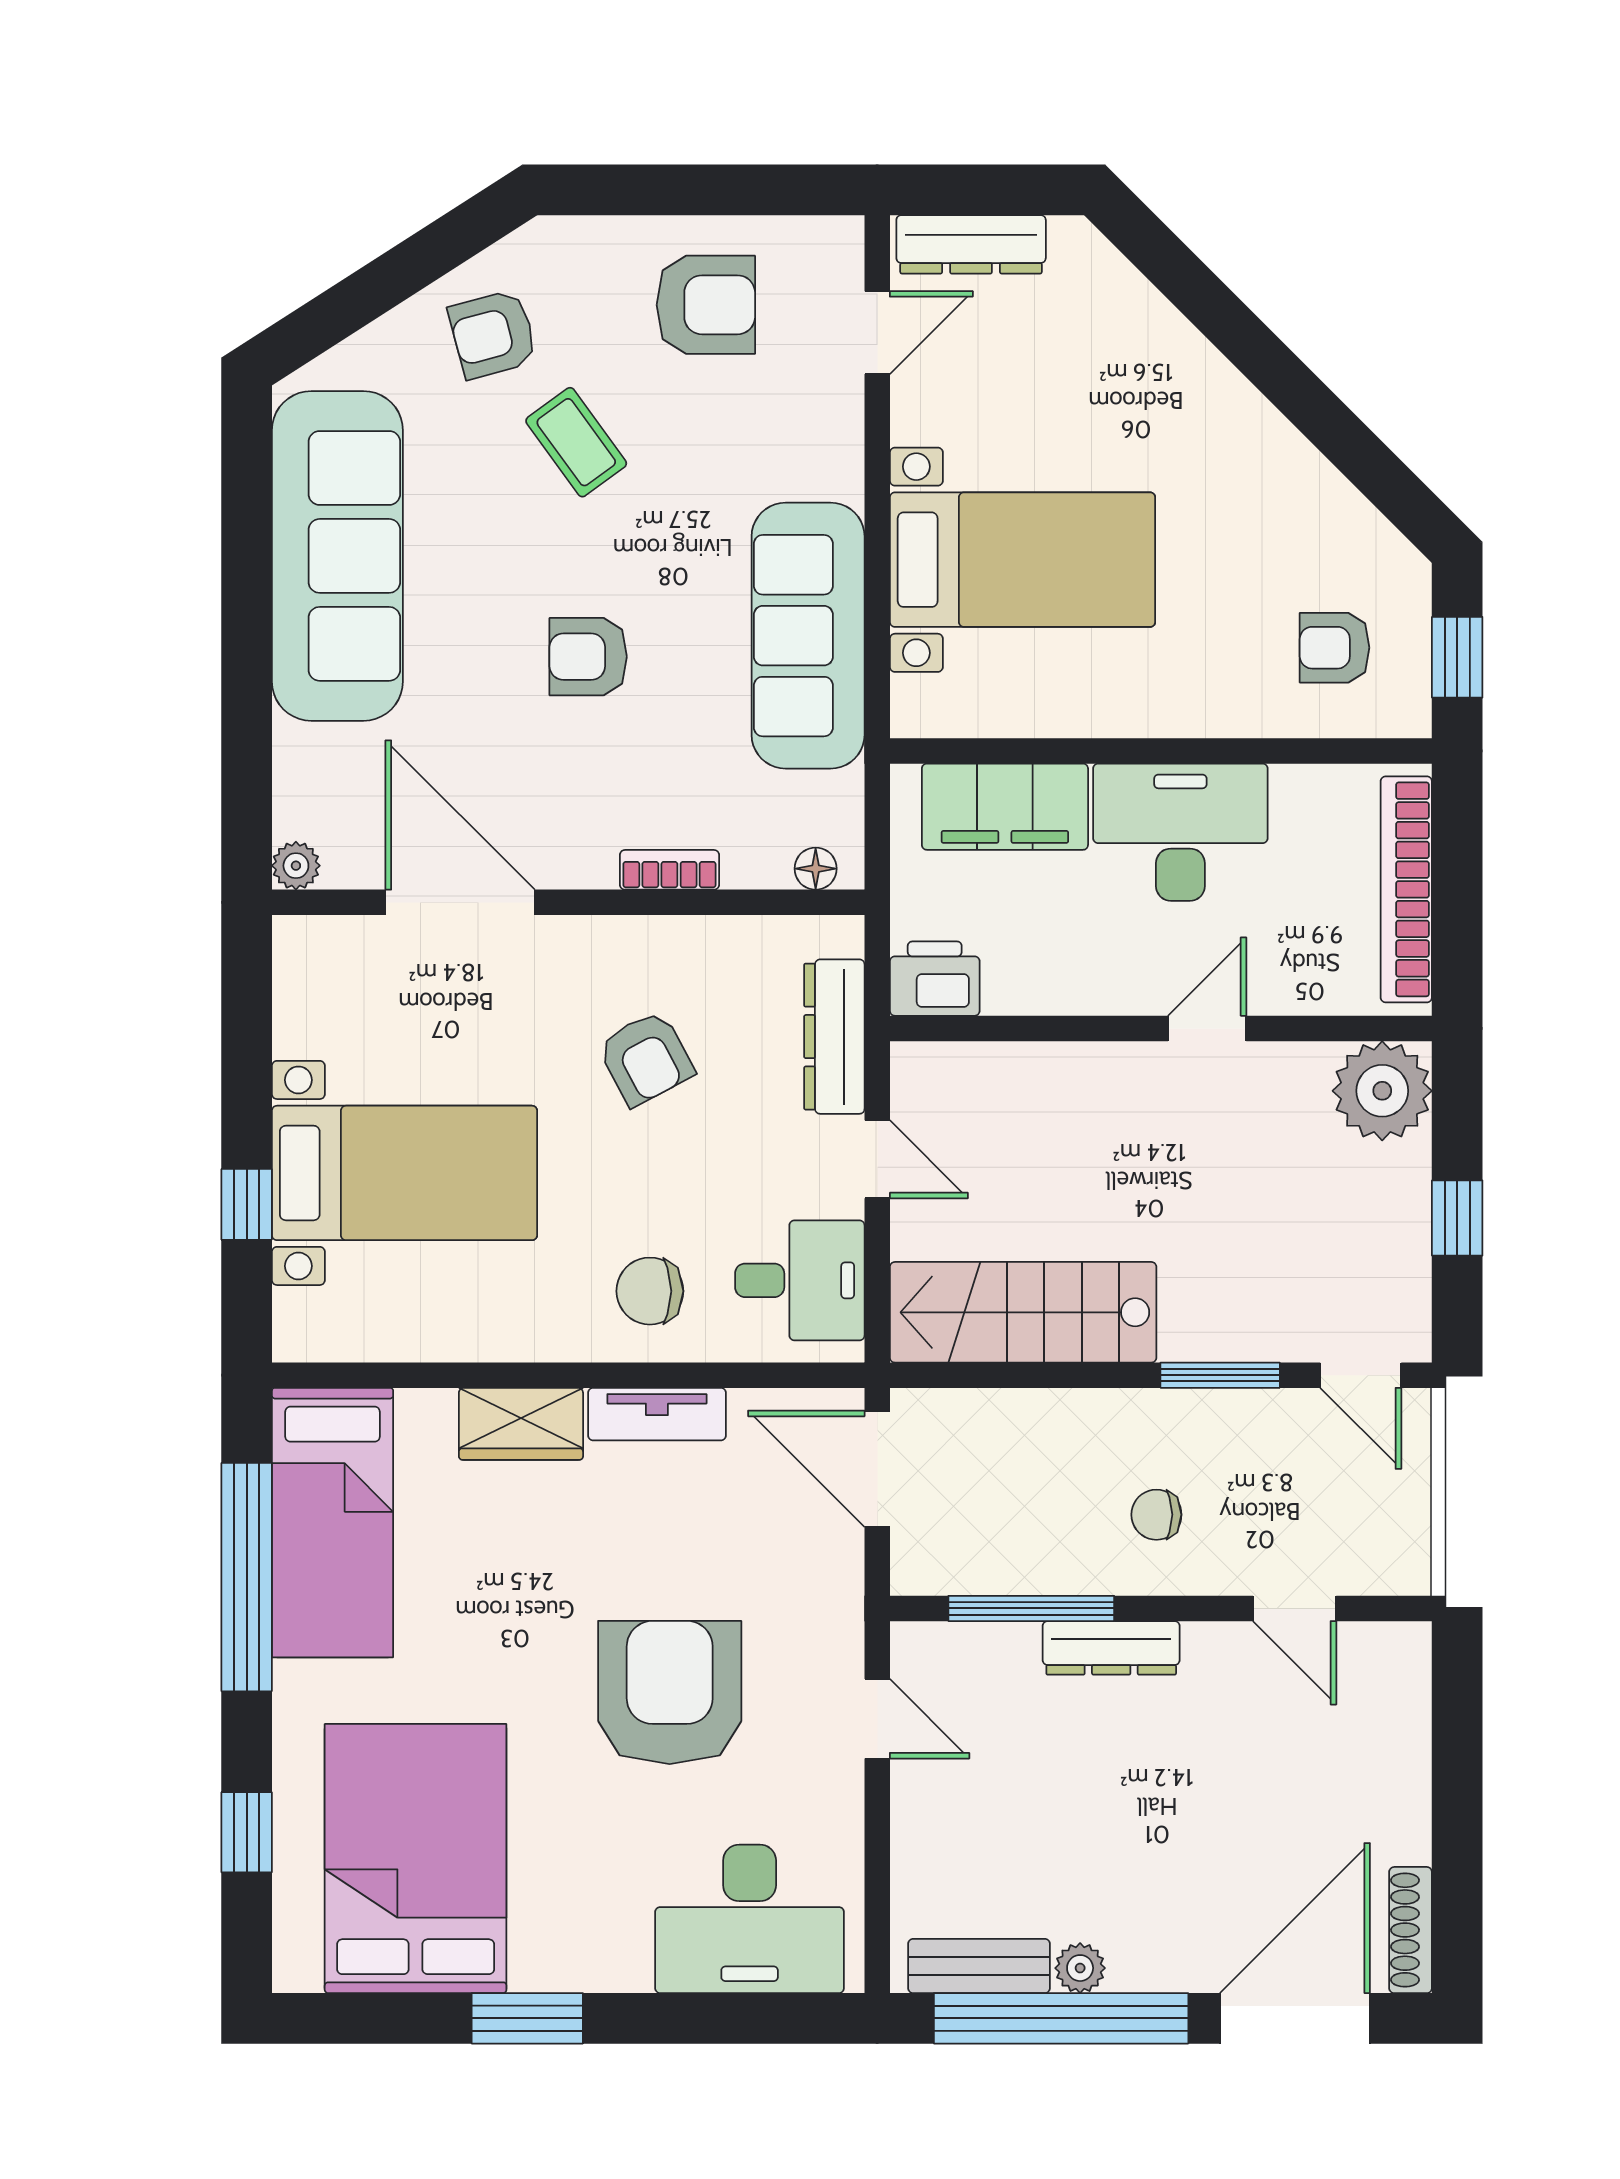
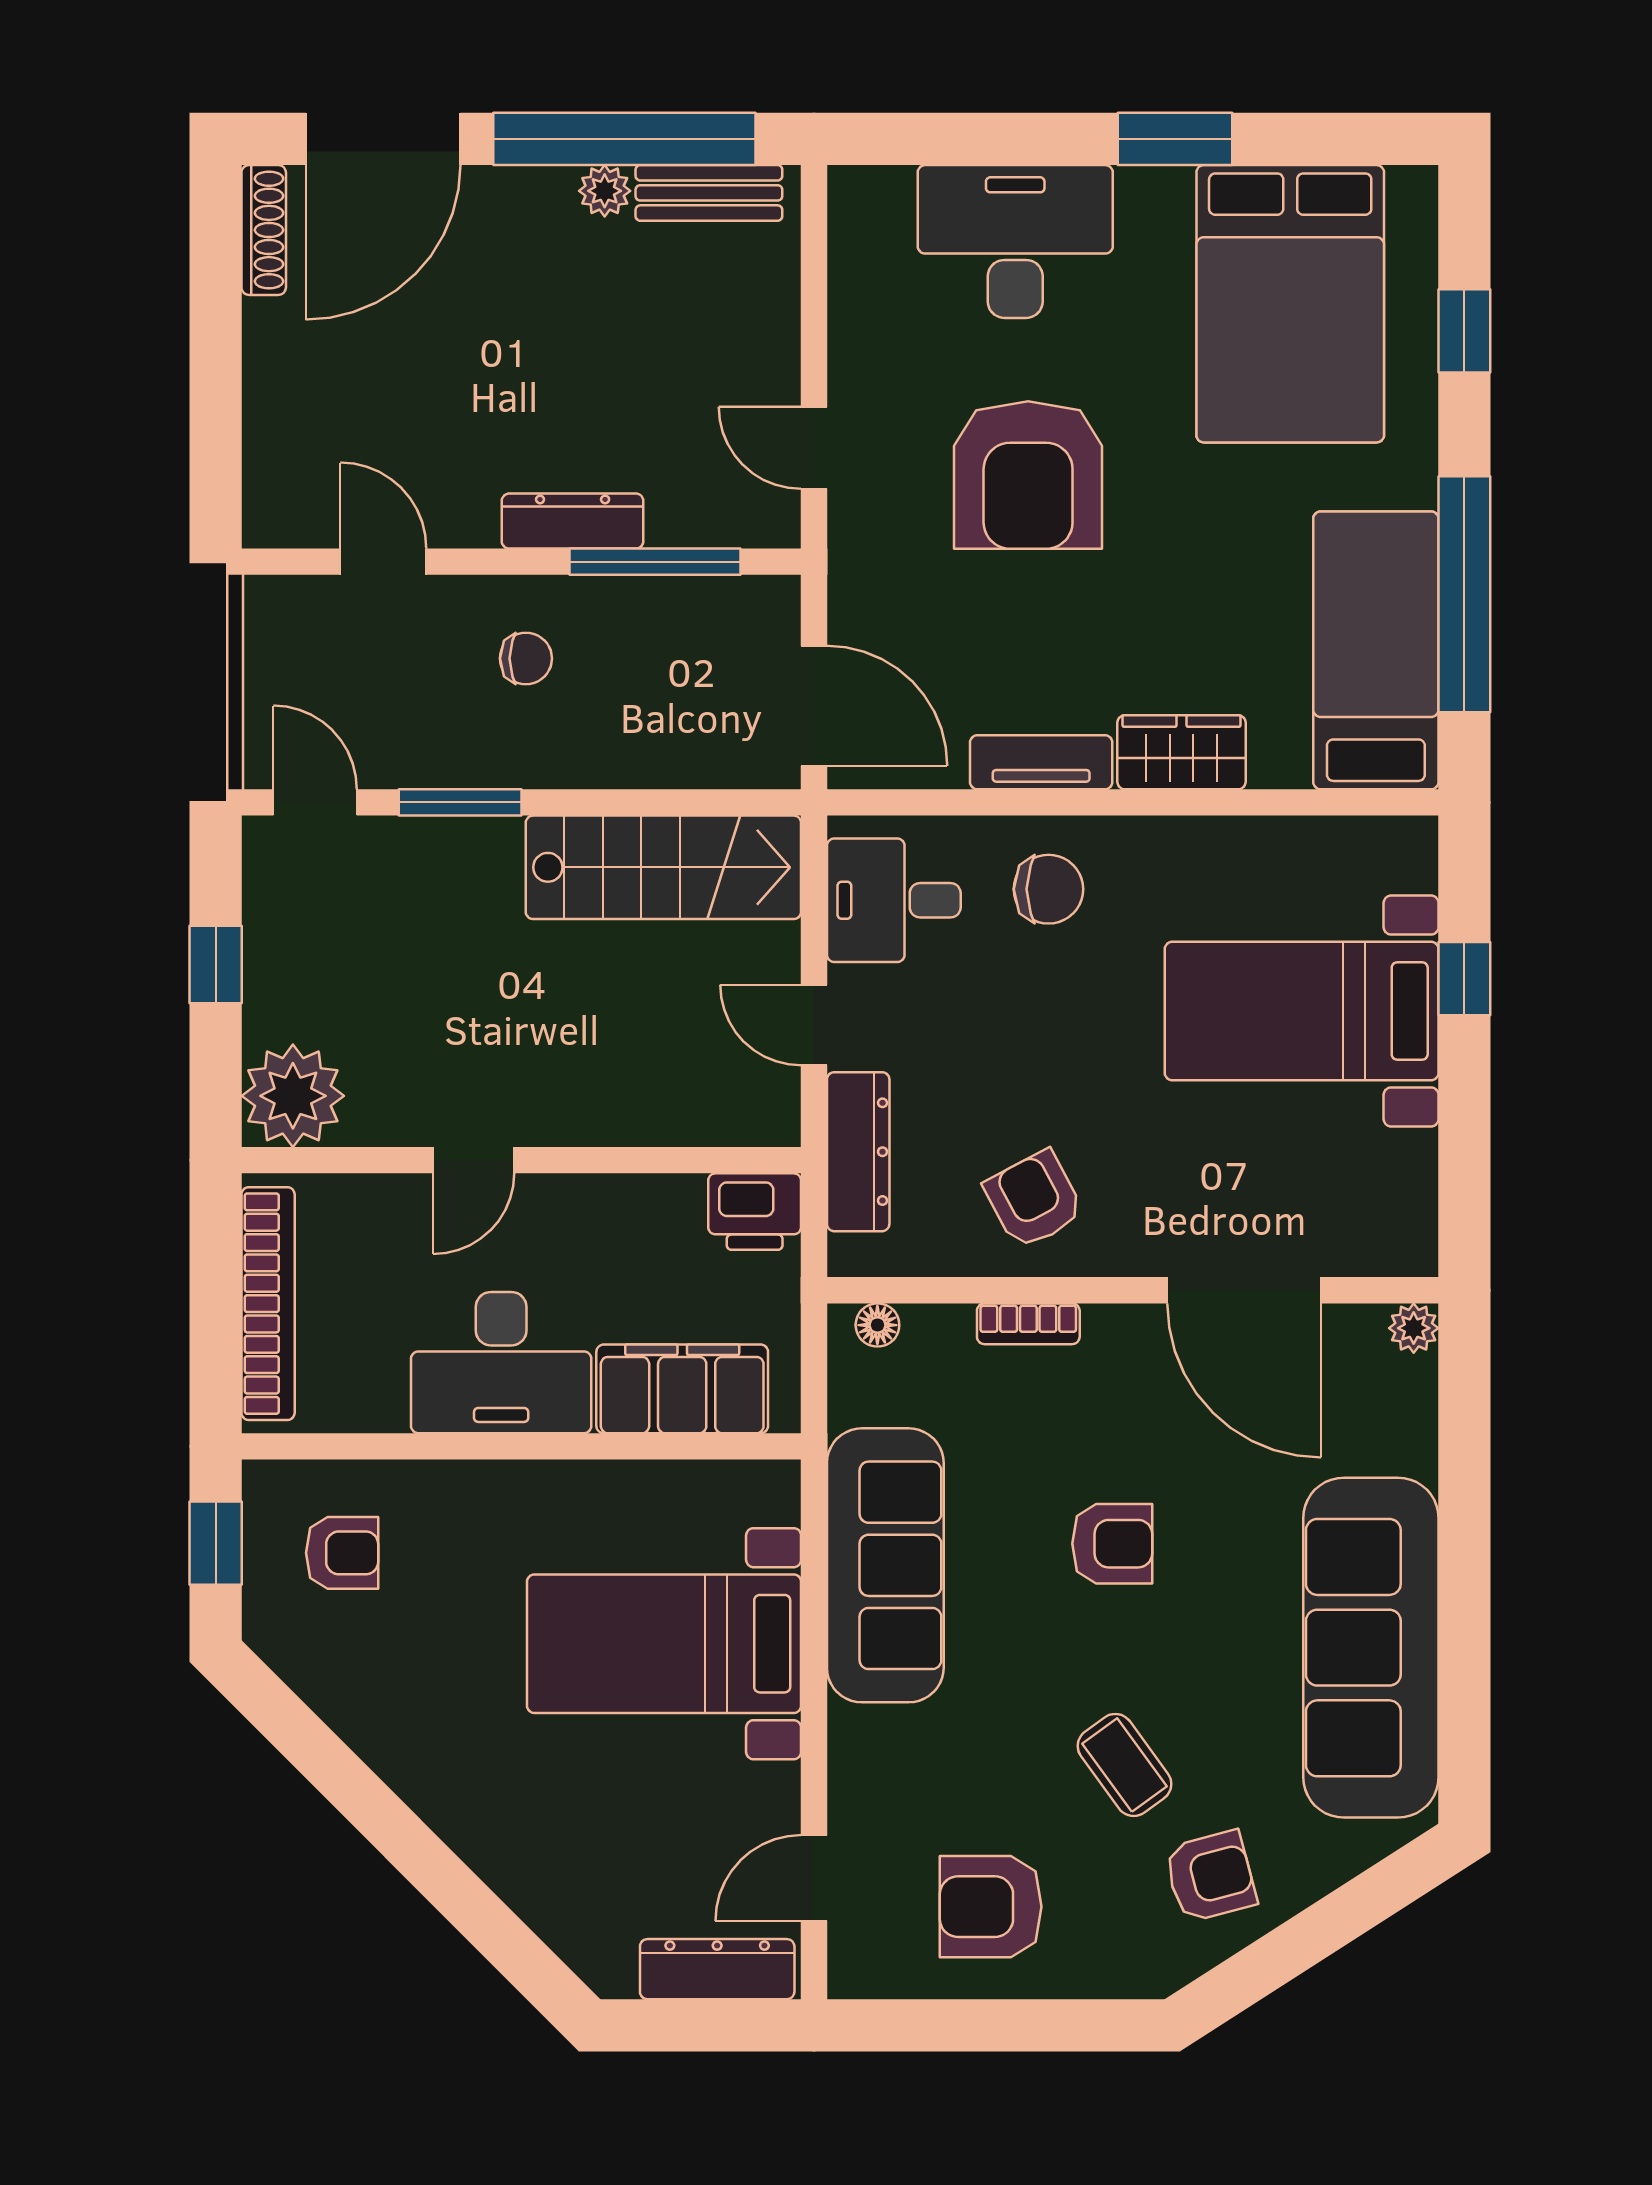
armchair: (646, 1058) -> (1034, 1200), moved
desk: (750, 1919) -> (1015, 241), moved

